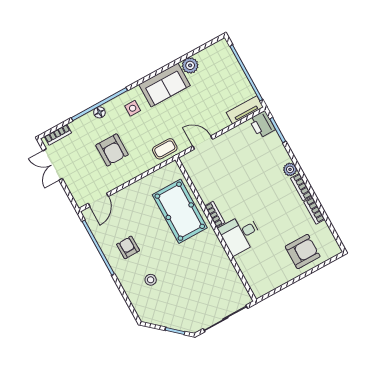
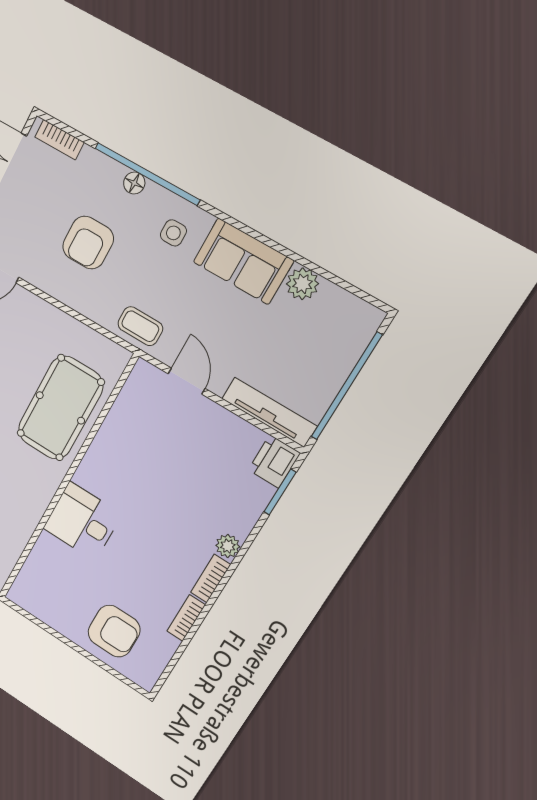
tv unit: (245, 110) -> (269, 412), width x1.41
bookcase: (215, 214) -> (88, 465), removed

